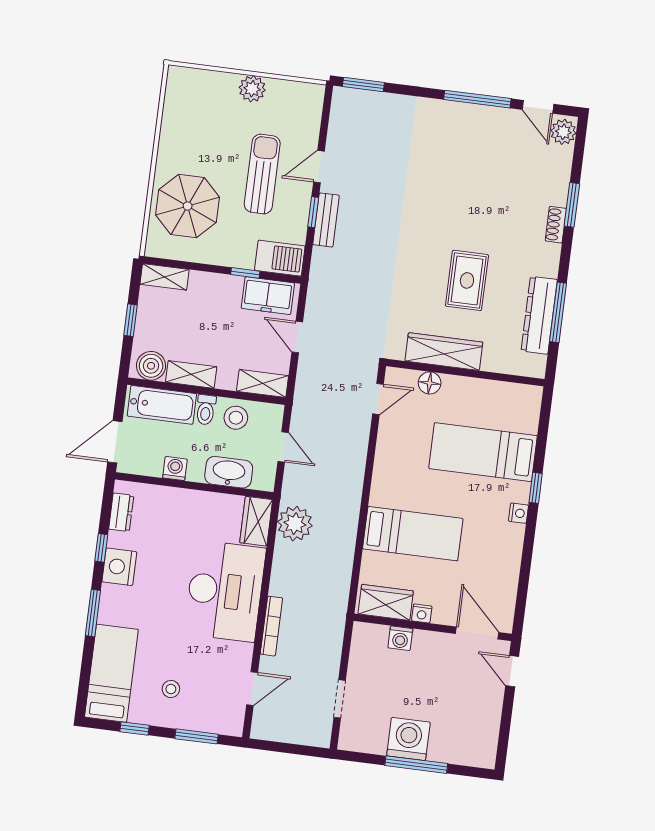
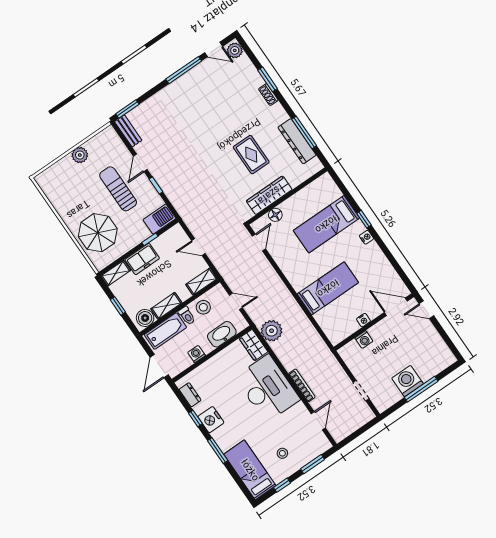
bench: (326, 220) -> (128, 131), moved
freezer: (268, 296) -> (142, 259), moved
wardrobe: (386, 602) -> (343, 330), removed

